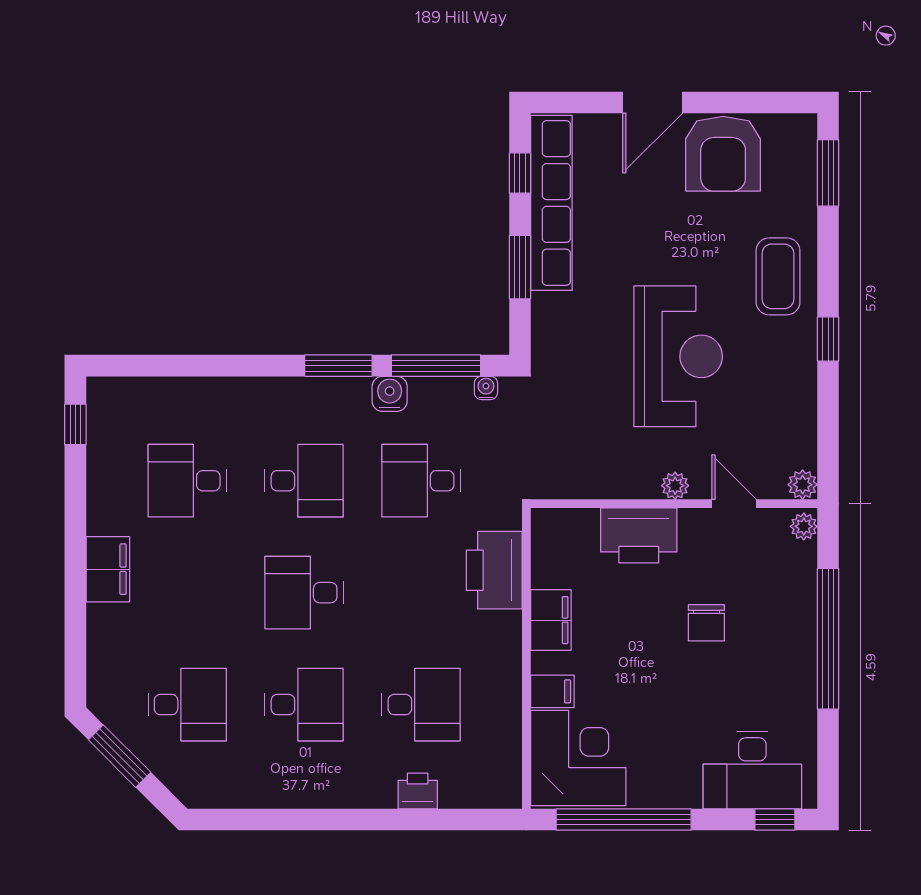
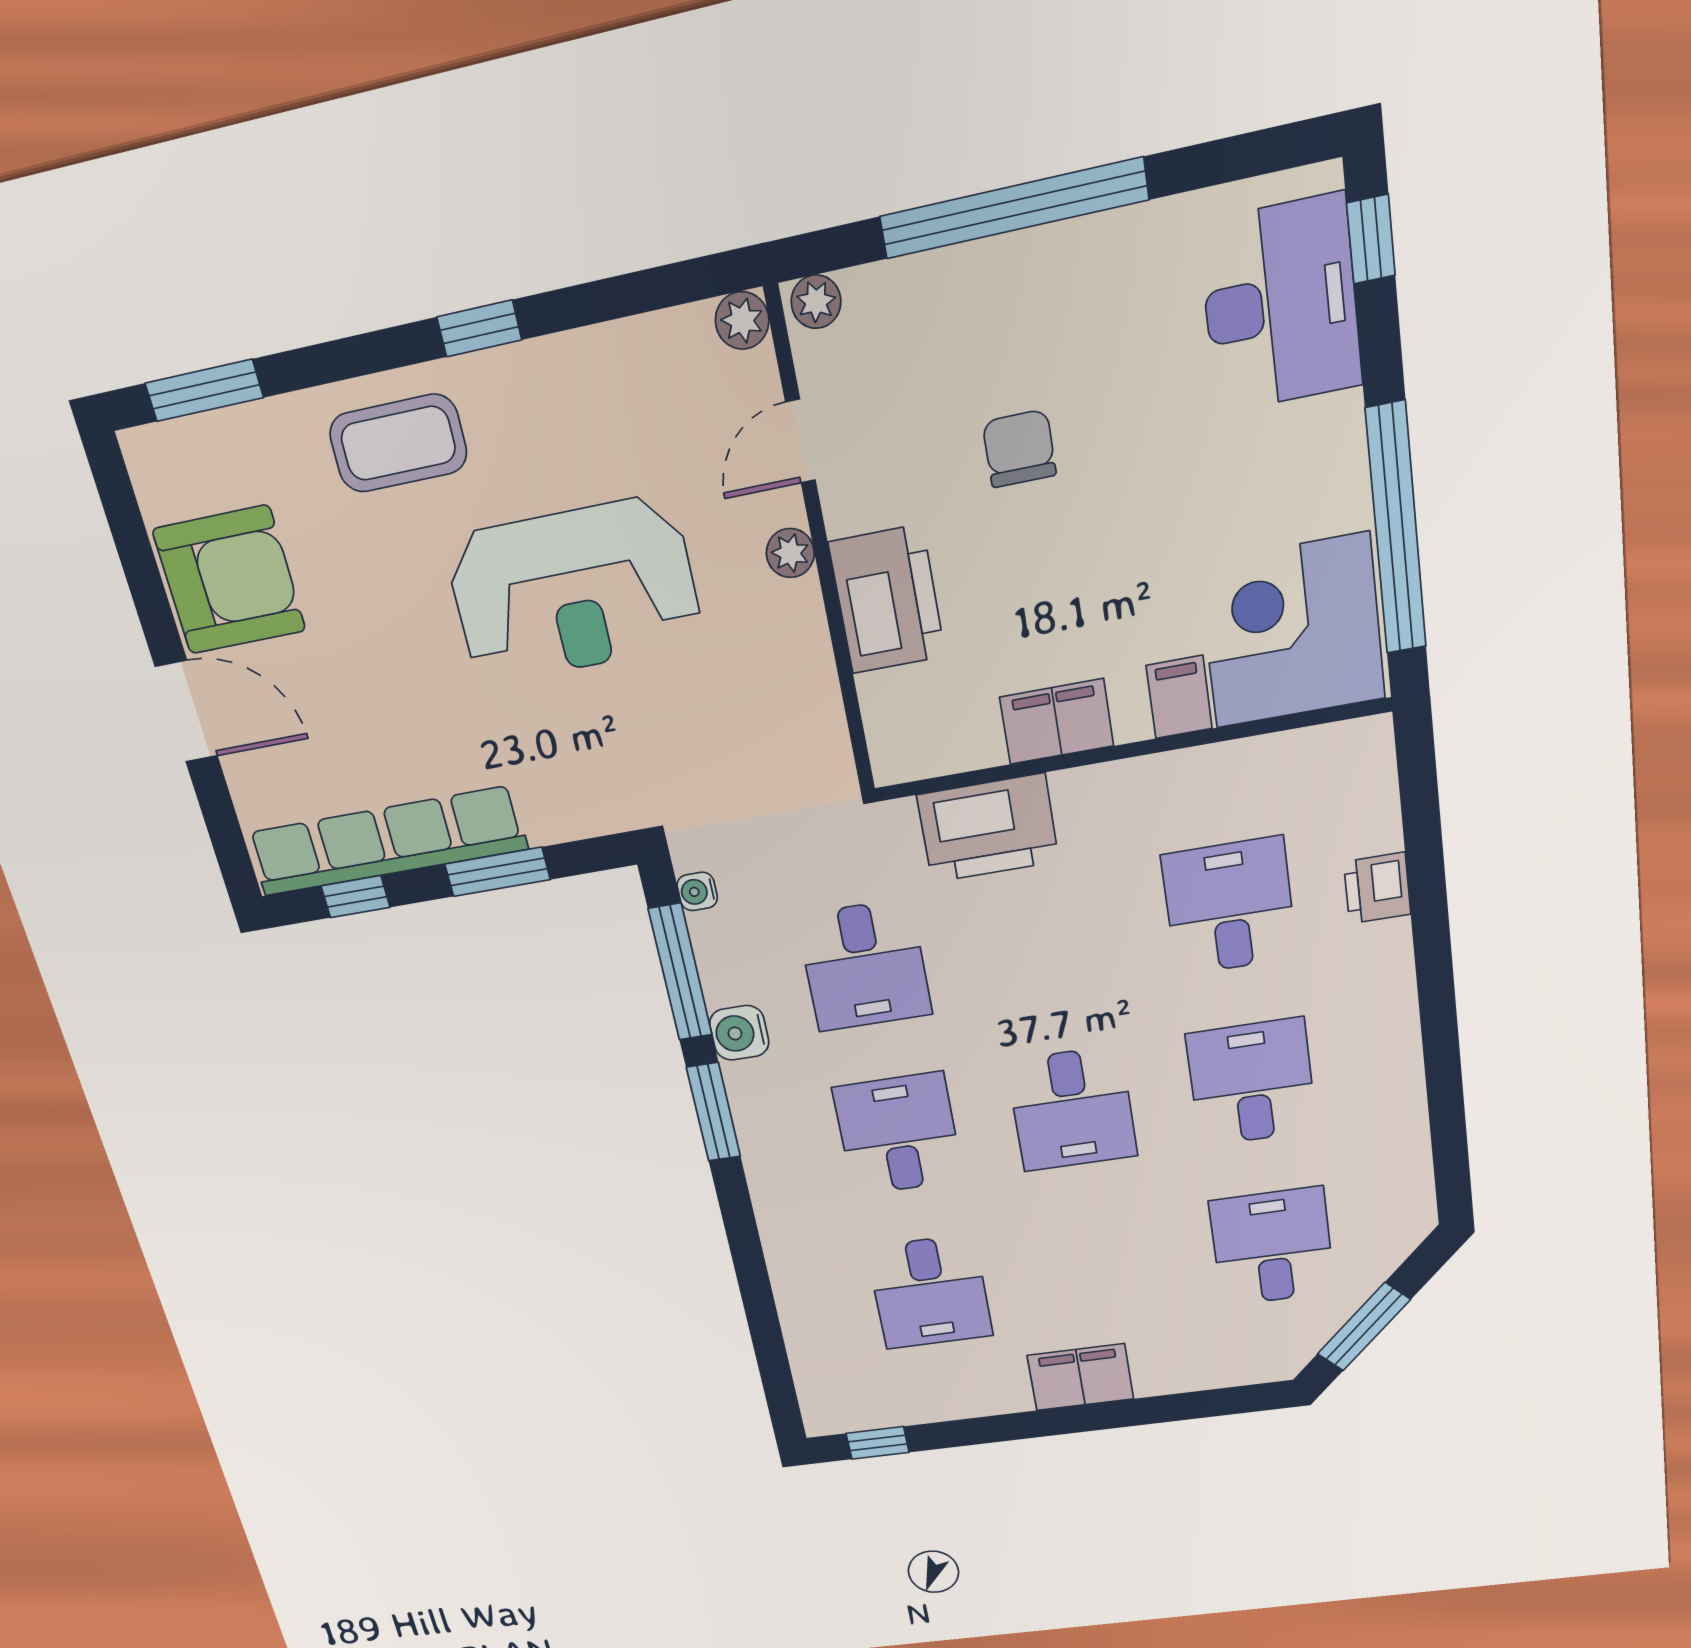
reception desk: (678, 356) -> (573, 590), turned 180
chair: (706, 623) -> (1019, 449), turned -90

